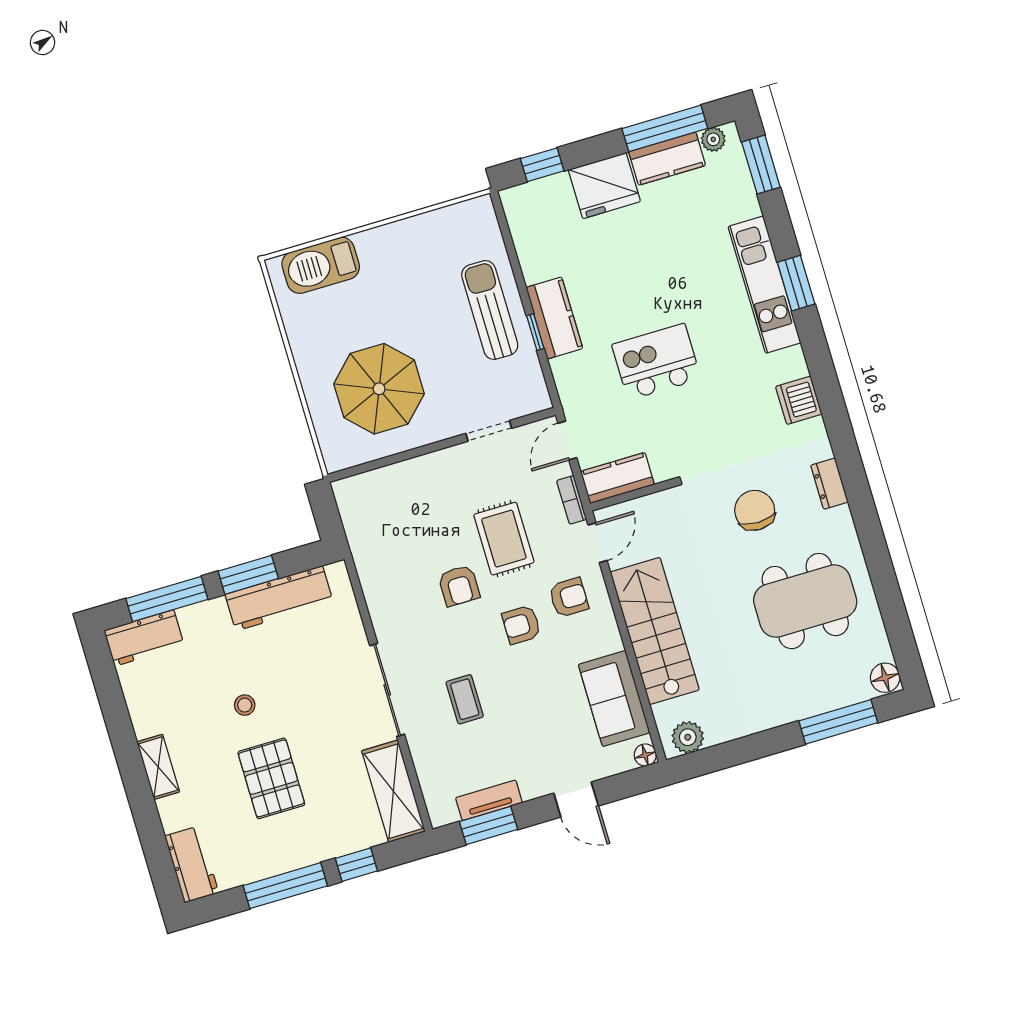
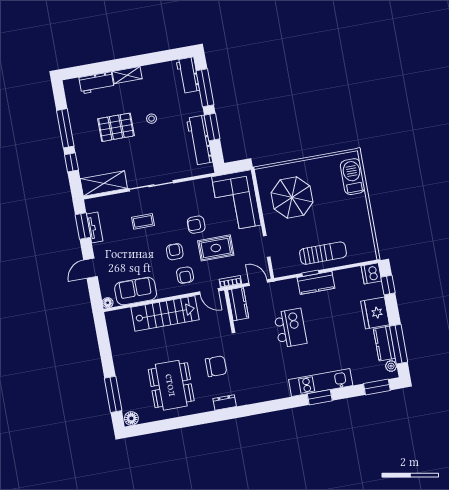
dishwasher: (799, 400) -> (371, 273), moved, turned -90
corner sofa: (399, 506) -> (236, 201), added
plant: (688, 737) -> (114, 323), removed
workbench: (192, 864) -> (96, 83), moved

